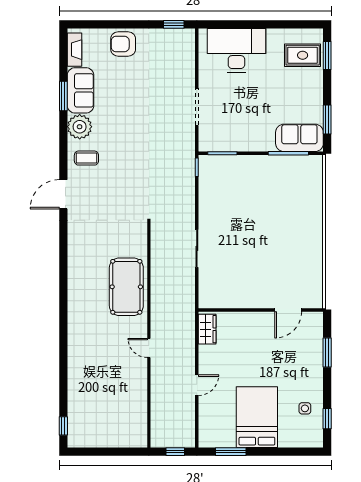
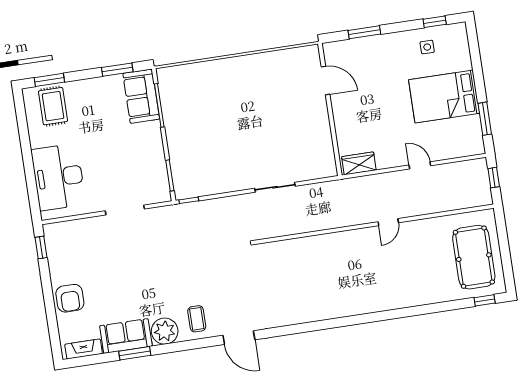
pool table: (126, 287) -> (474, 257), moved, turned 90

